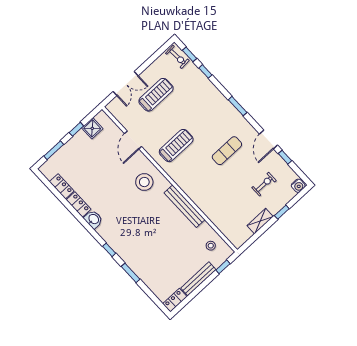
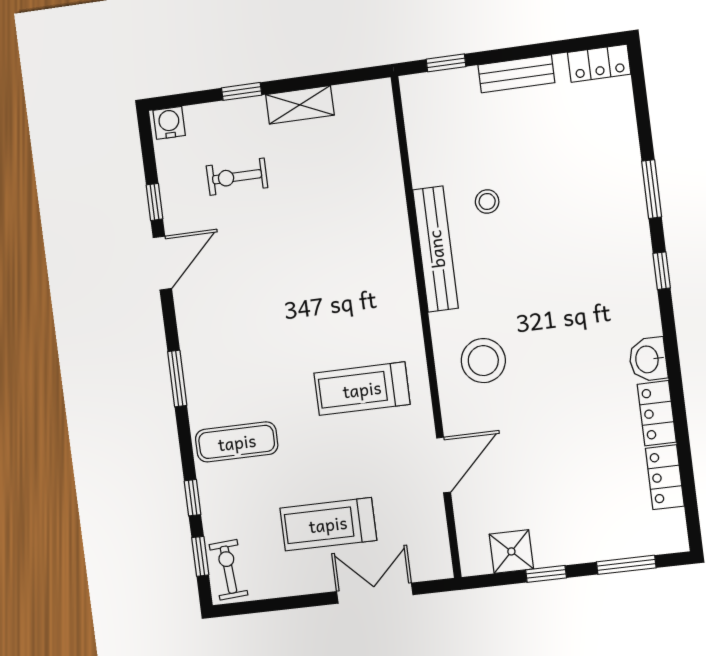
exercise mat: (227, 151) -> (237, 442), moved
stool: (211, 246) -> (487, 202), moved
bench: (198, 279) -> (516, 74), width x0.73

